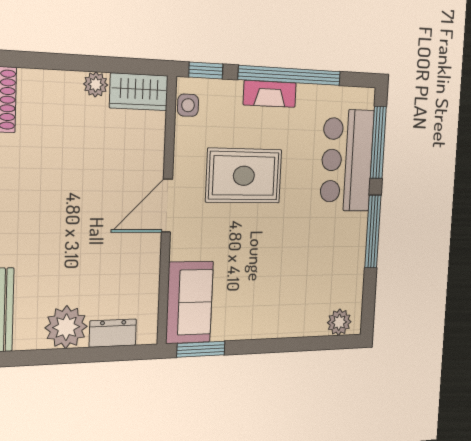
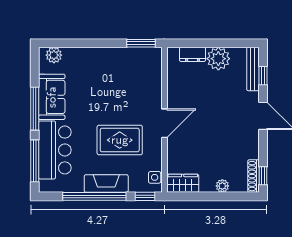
plant: (96, 84) -> (222, 186), moved
fireplace: (270, 94) -> (106, 184), width x1.37, depth x1.32
sofa: (189, 302) -> (52, 97), moved, turned 180

